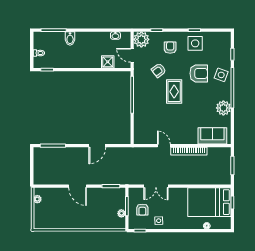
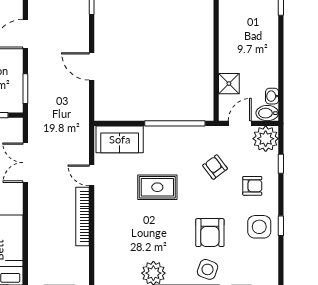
bidet: (70, 38) -> (267, 113), moved
rug: (174, 92) -> (157, 187), moved
sofa: (212, 136) -> (120, 139), moved, turned 90
door: (164, 146) -> (92, 175), swing flipped

